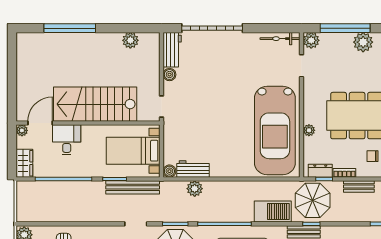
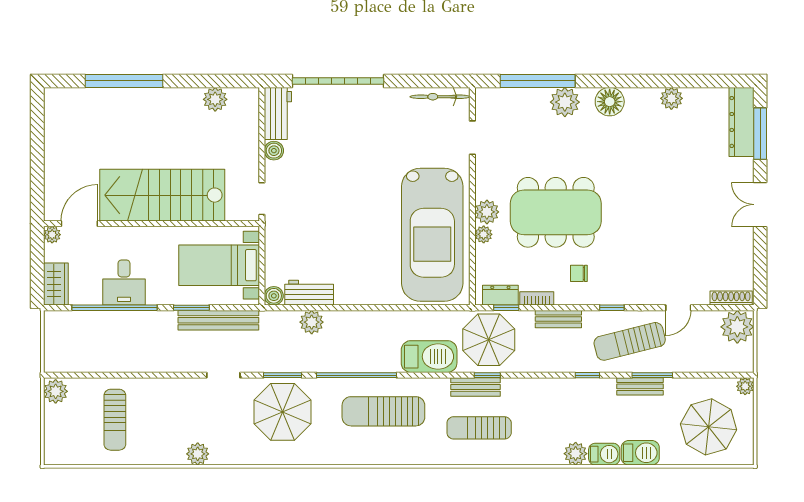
plant: (311, 40) -> (487, 212), moved
desk: (67, 140) -> (124, 283), moved, turned 180

